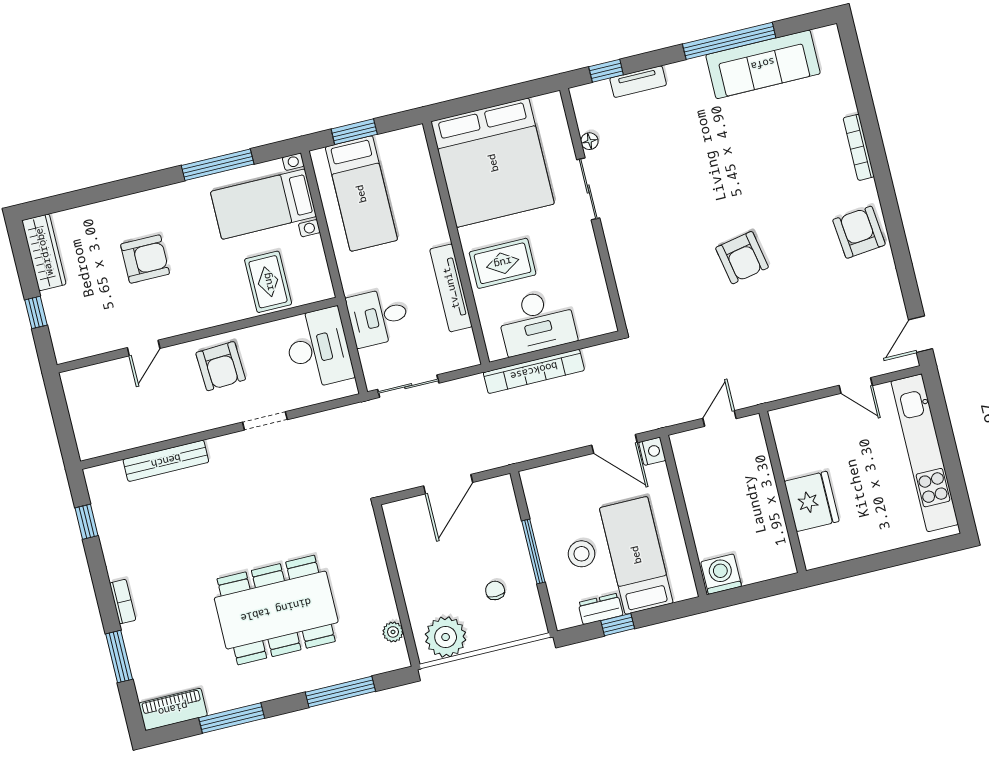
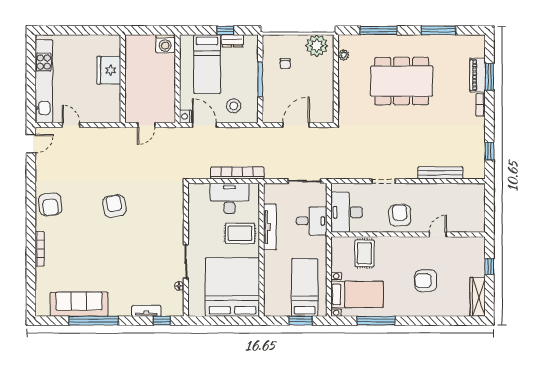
stool: (582, 554) -> (234, 106), moved
piano: (173, 709) -> (478, 75), moved, turned 90

